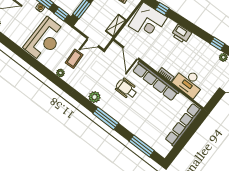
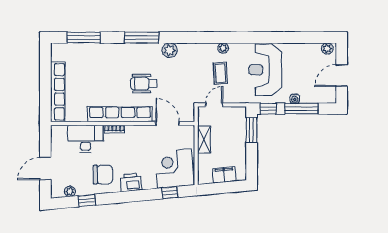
chair: (195, 52) -> (103, 175), added
wheelchair: (126, 89) -> (144, 84), turned 180

